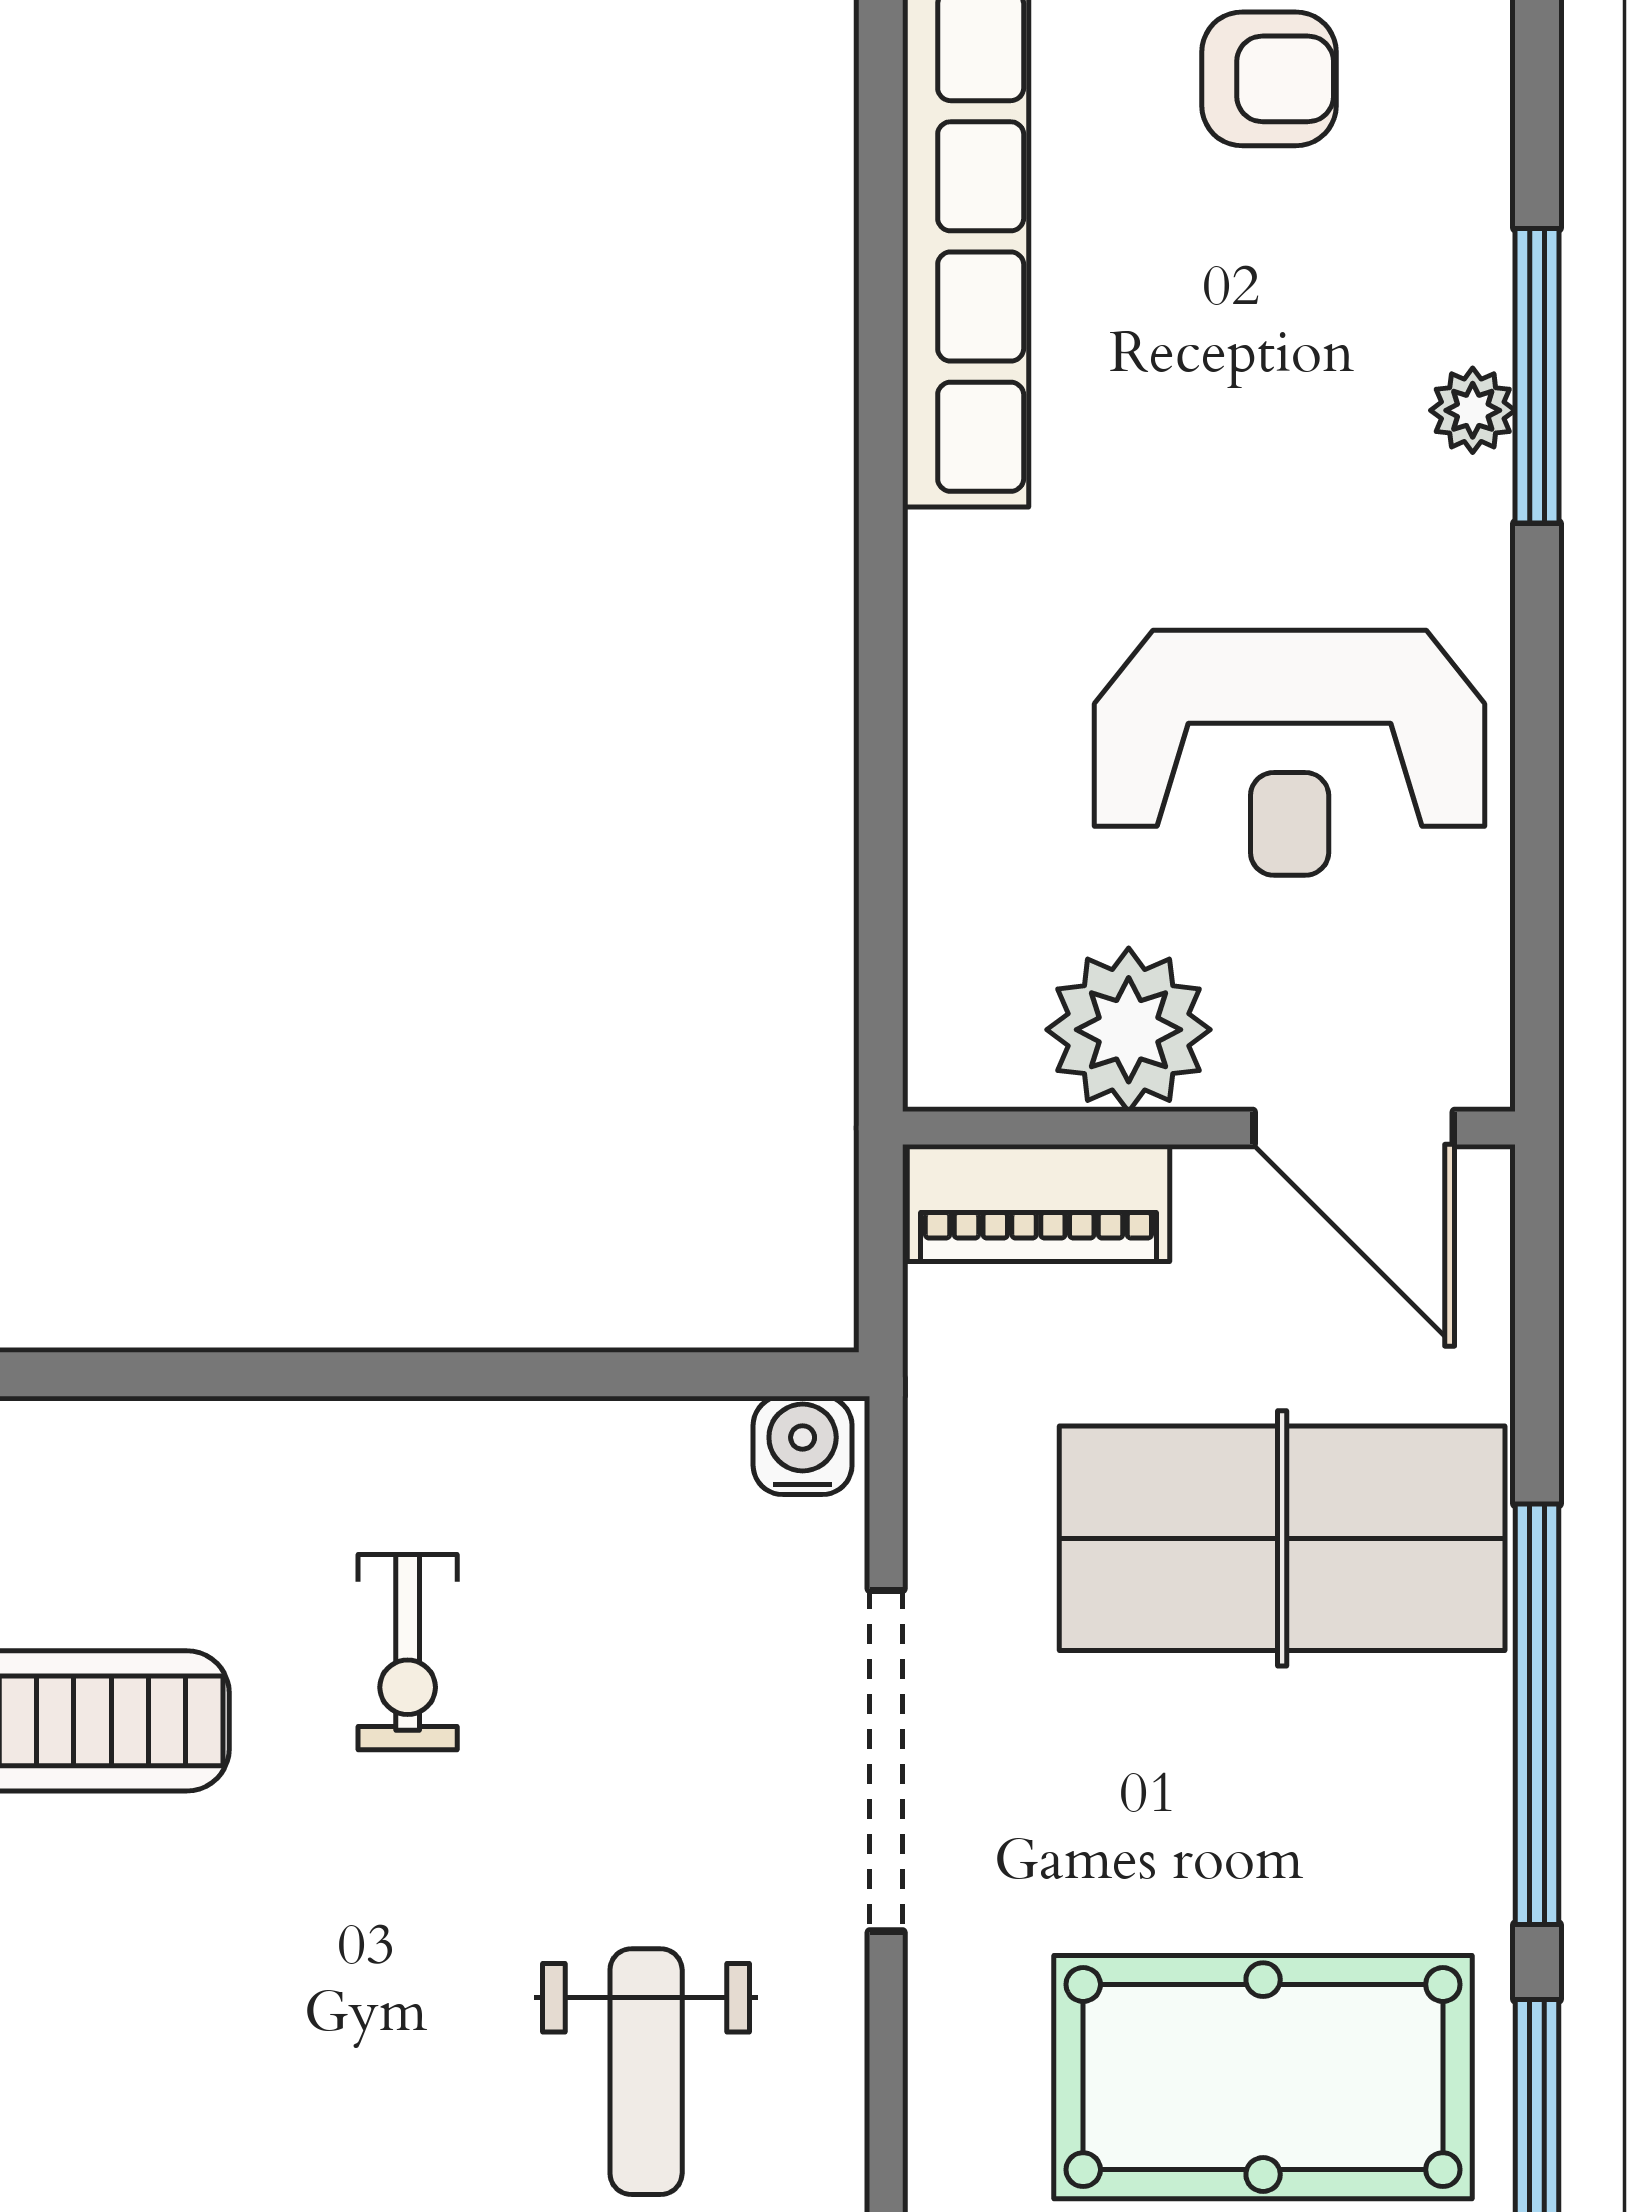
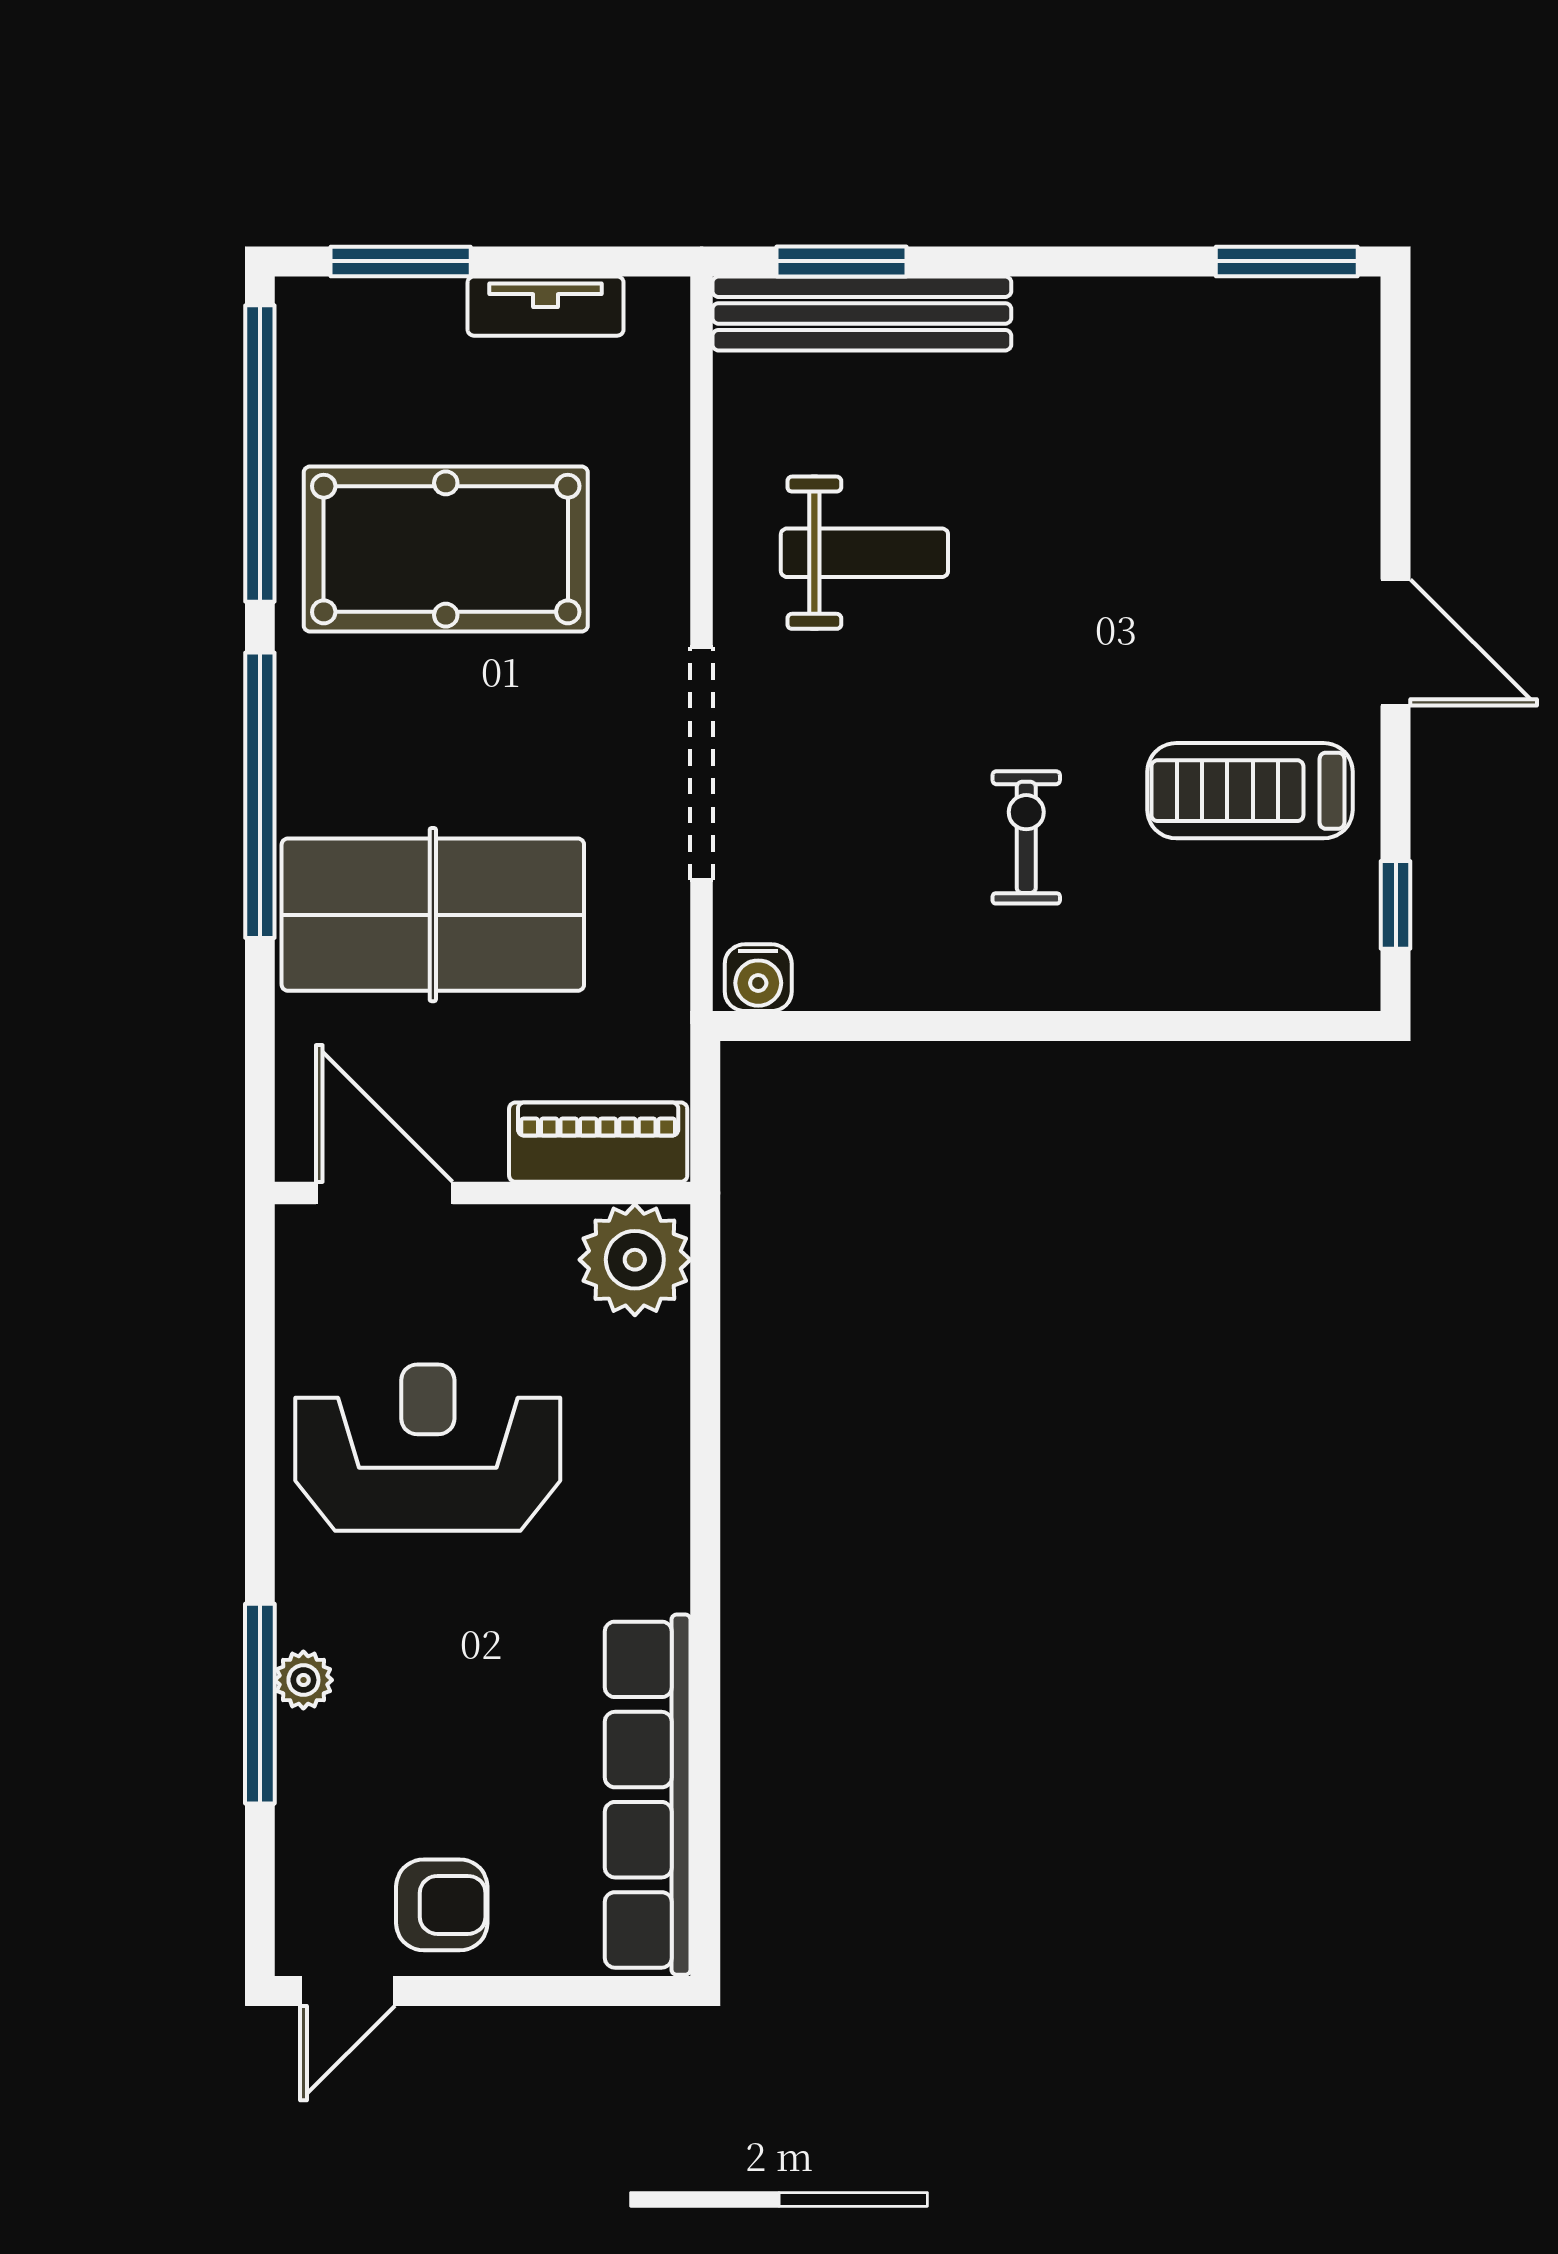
armchair: (1269, 79) -> (442, 1905), turned 180
plant: (1129, 1030) -> (635, 1260), moved
weight bench: (646, 2072) -> (864, 553), turned 90

